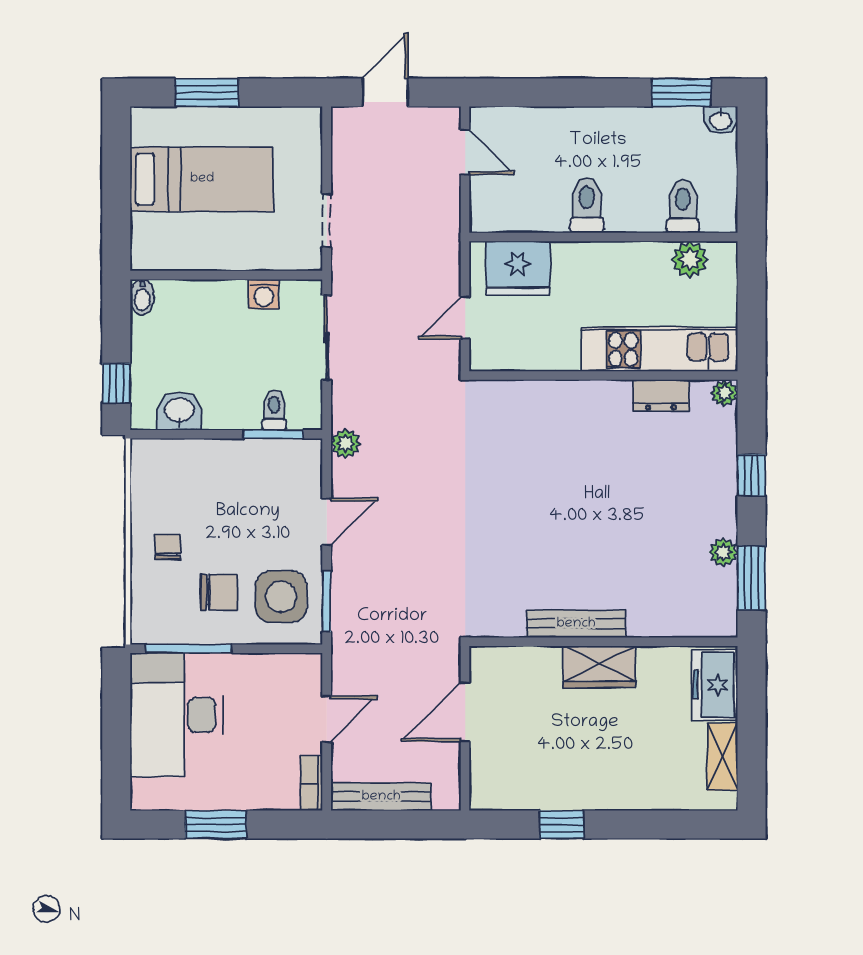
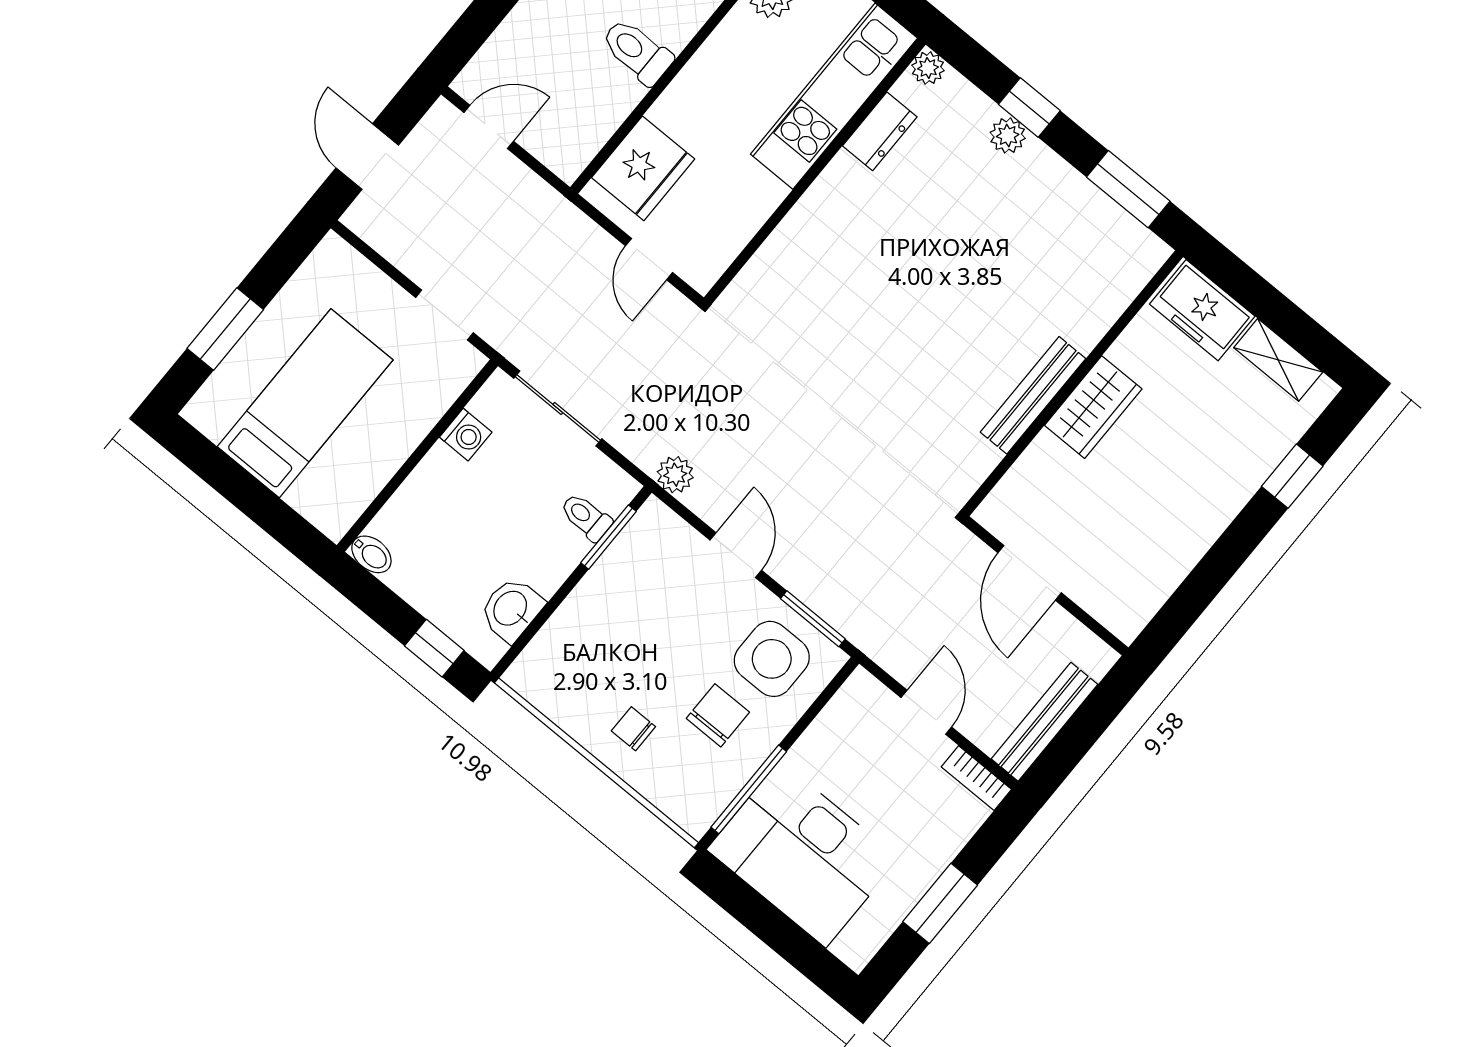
plant: (723, 552) -> (1008, 135), moved
window: (562, 824) -> (1292, 476), moved

